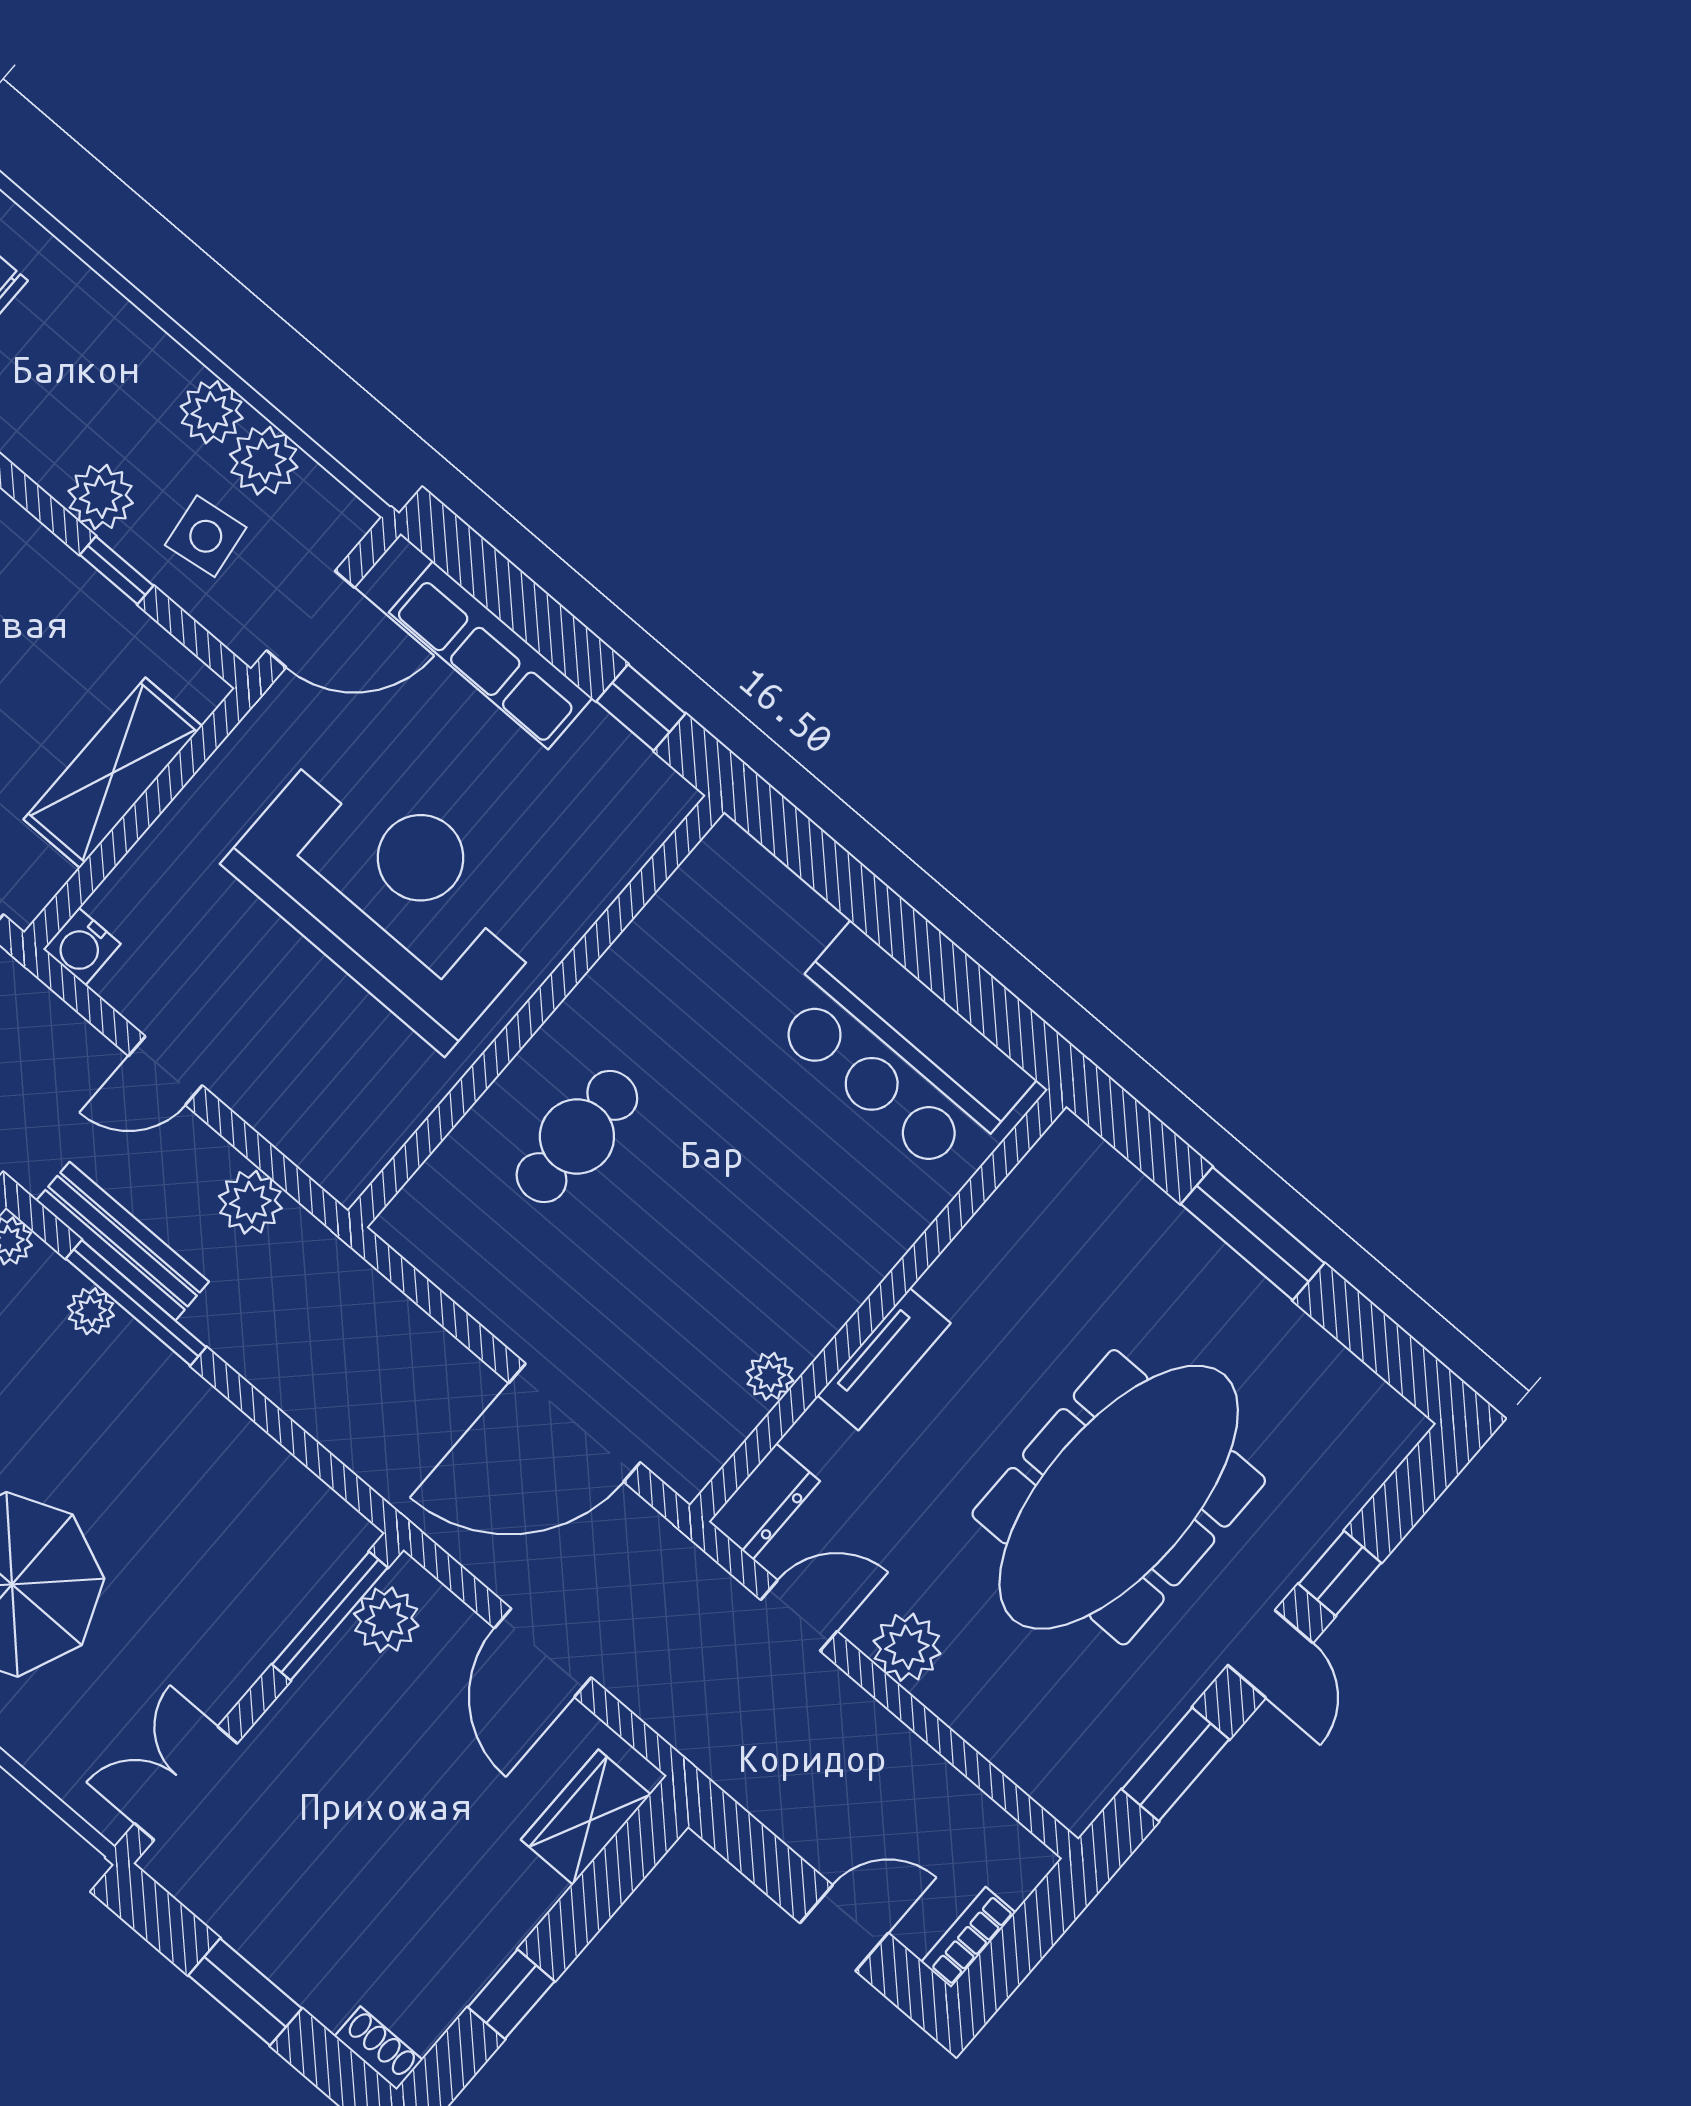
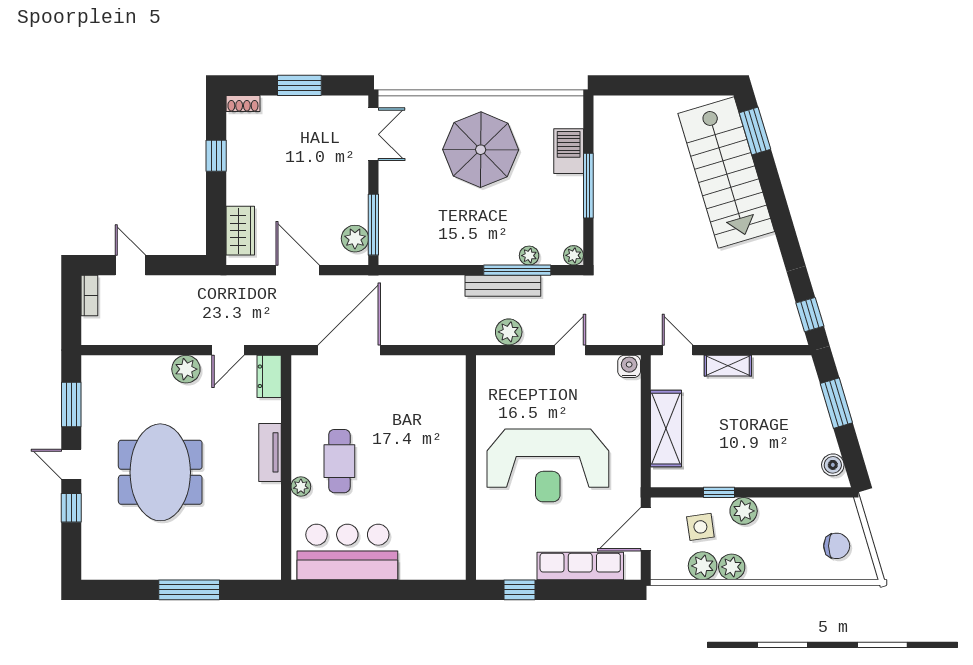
cafe table: (577, 1137) -> (339, 461), moved
bench: (123, 1241) -> (503, 286), moved
plant: (770, 1376) -> (301, 487), moved
meeting table: (1119, 1497) -> (160, 472), width x0.73
door: (844, 1928) -> (130, 265), swing flipped

